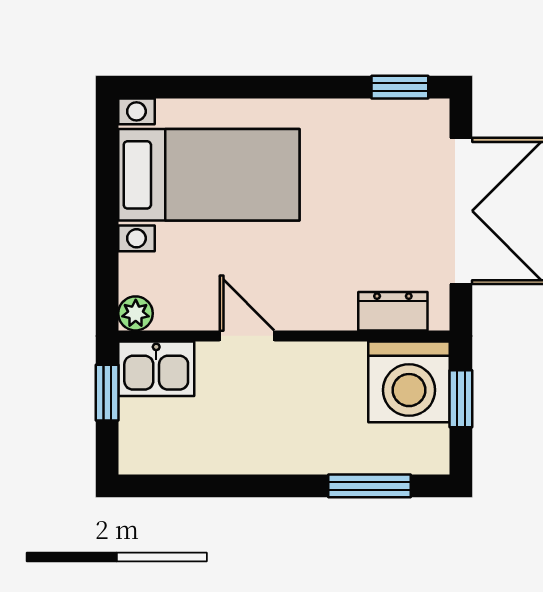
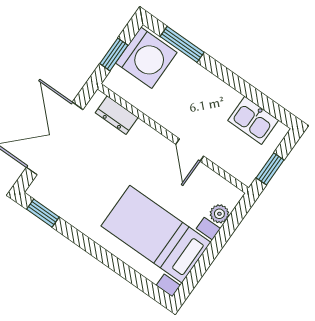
plant: (136, 313) -> (219, 214), moved
kitchen sink: (156, 369) -> (253, 120), moved, turned 180
washing machine: (409, 382) -> (146, 58), moved, turned 90

